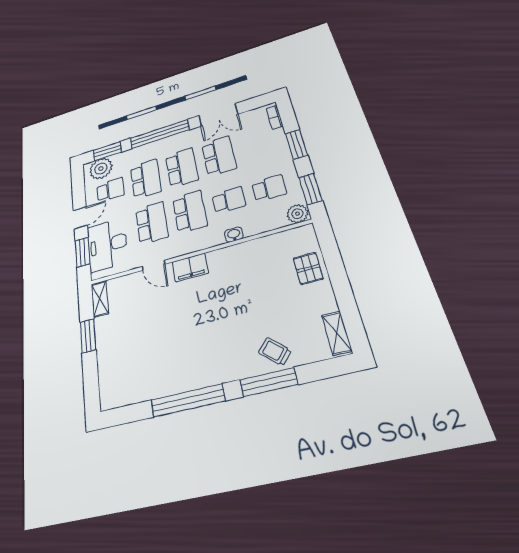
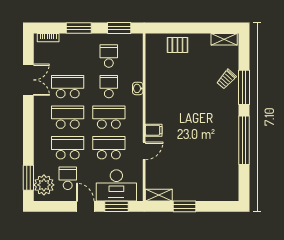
window: (160, 134) -> (28, 131), removed
plant: (297, 214) -> (136, 42), removed
filing cabinet: (190, 267) -> (154, 130), width x0.50

